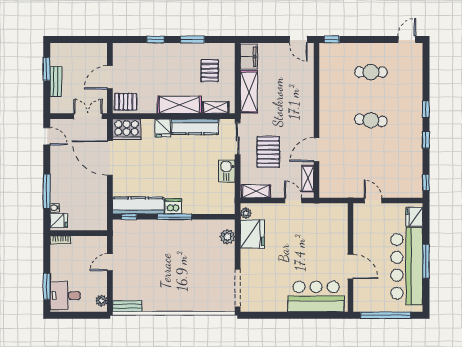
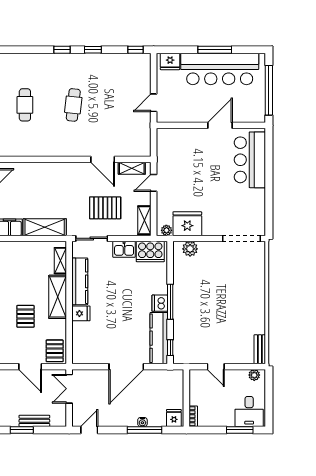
pallet: (210, 71) -> (25, 316), moved, turned 90
cooker: (127, 129) -> (150, 252), moved, turned 90
door: (110, 158) -> (126, 367), moved
water cooler: (55, 208) -> (142, 422), moved

